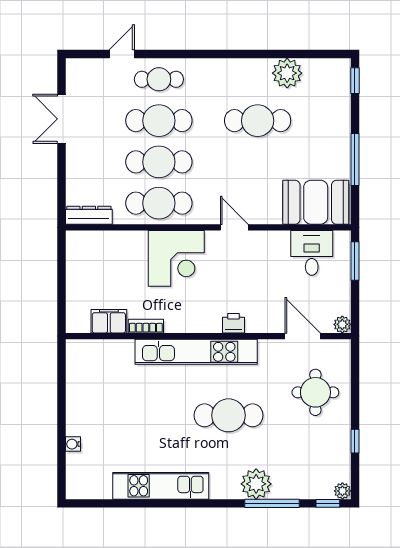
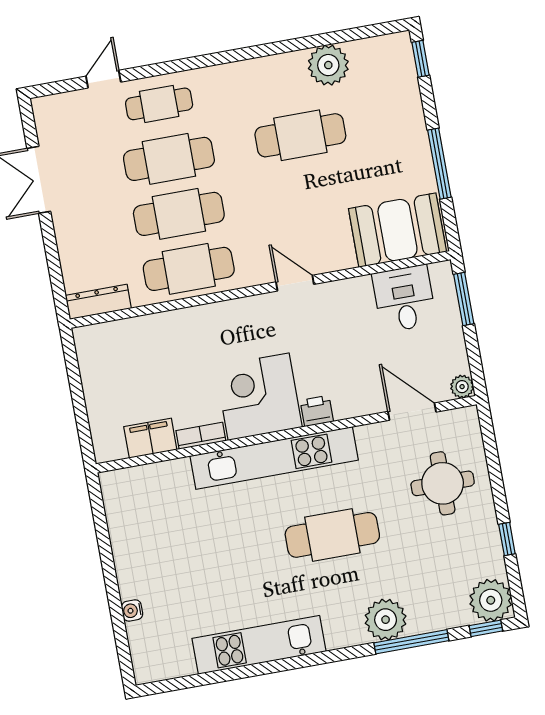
corner desk: (176, 258) -> (259, 397), moved, turned 180
plant: (342, 491) -> (491, 600), width x1.87, depth x1.87

